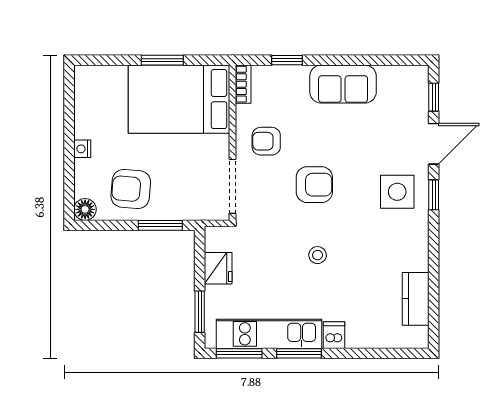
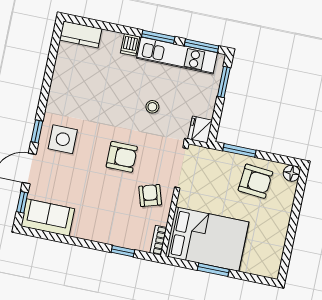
sofa: (343, 84) -> (48, 217), moved
armchair: (266, 141) -> (150, 195), turned -107
nightstand: (82, 149) -> (284, 218), removed
armchair: (314, 185) -> (122, 157), turned 180
stool: (318, 255) -> (152, 107), moved
fridge: (218, 268) -> (200, 130), moved
kitchen counter: (416, 299) -> (81, 34), moved, turned 90

